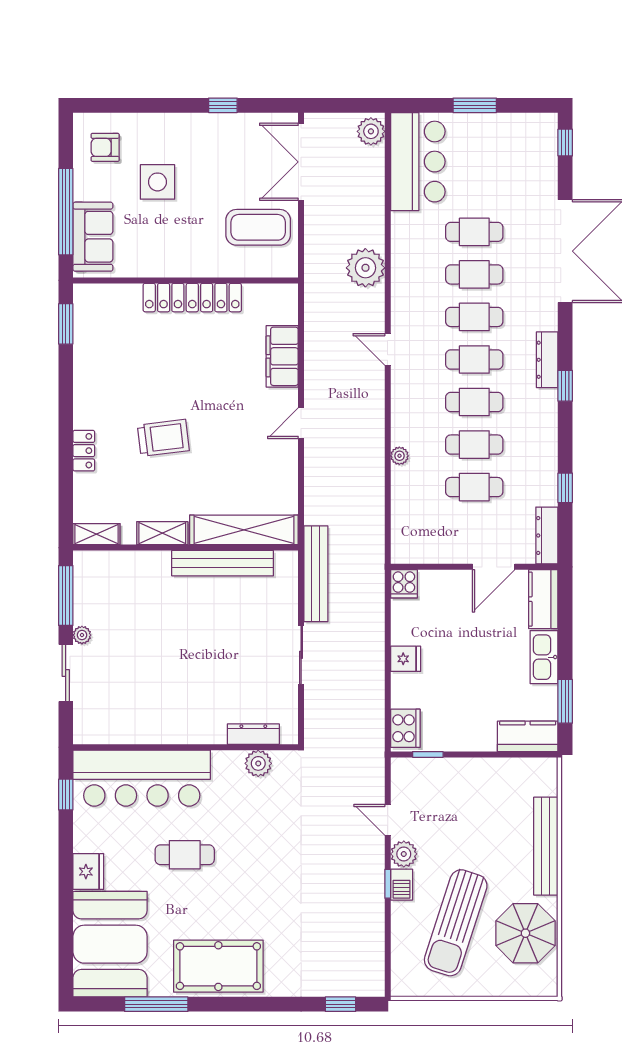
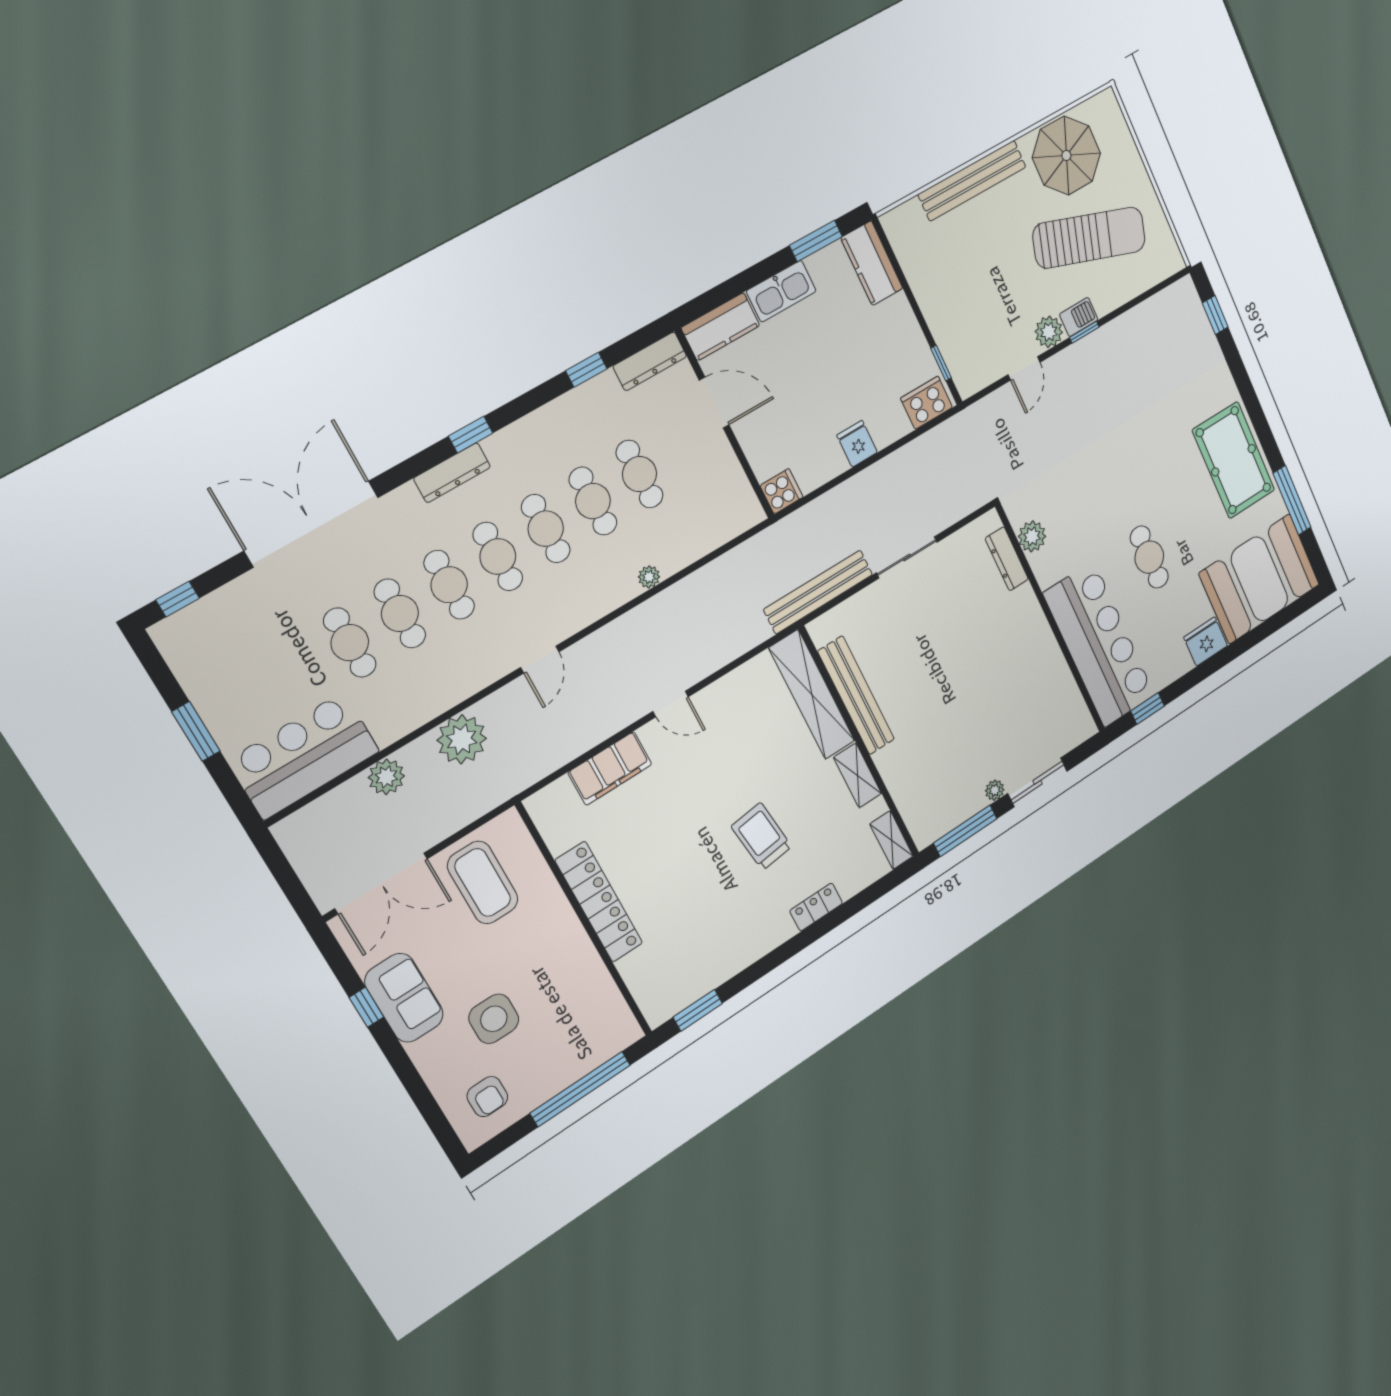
plant: (371, 131) -> (386, 777), moved
sofa: (93, 237) -> (404, 998), moved, turned 90

